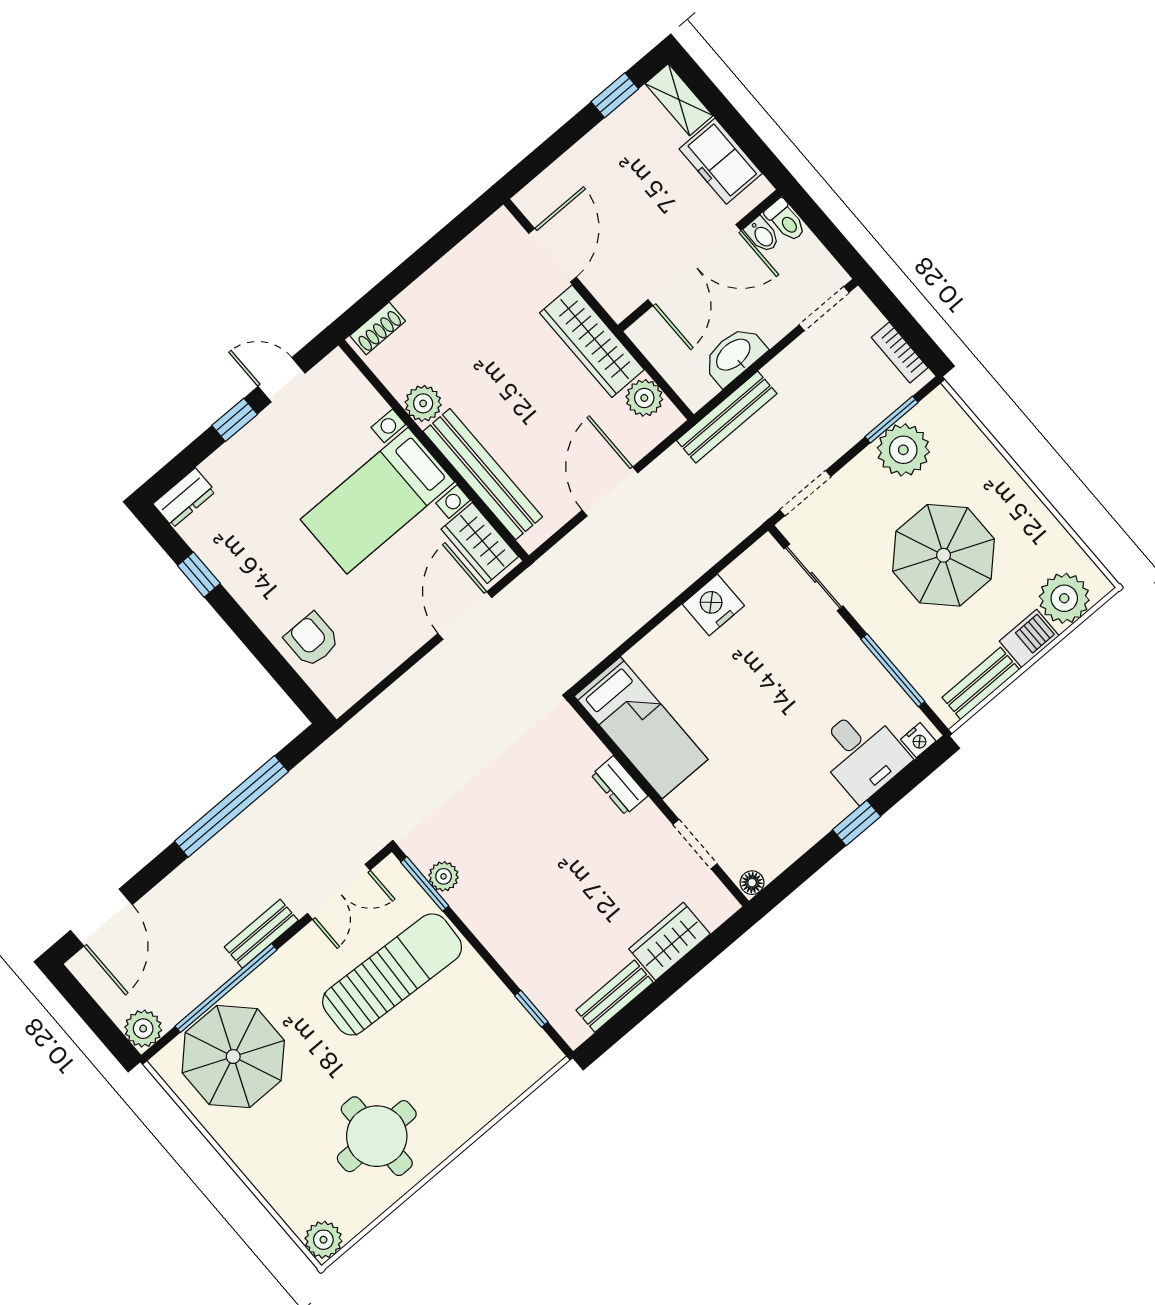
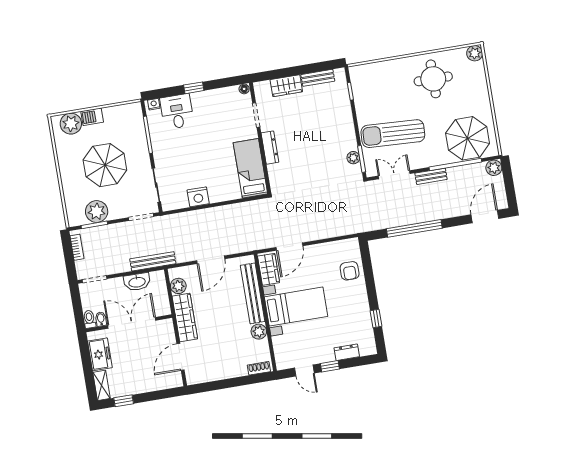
dresser: (184, 498) -> (347, 352), moved
bench: (981, 684) -> (119, 111), removed
dresser: (619, 785) -> (270, 148), width x1.44

